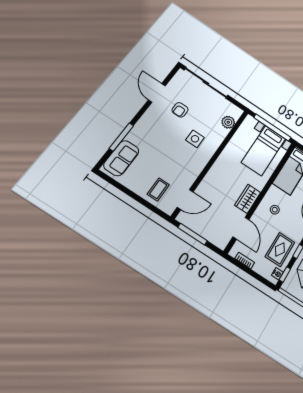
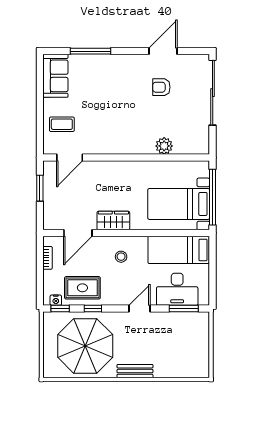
plant: (228, 122) -> (164, 146), moved
side table: (195, 139) -> (140, 124), removed
sofa: (121, 158) -> (55, 76), moved, turned -90
door: (185, 200) -> (70, 158), hinge flipped
window: (193, 234) -> (40, 188), width x0.69

